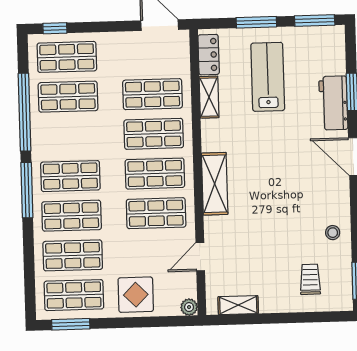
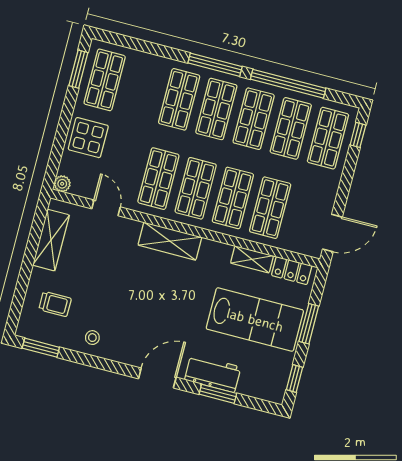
window: (315, 20) -> (295, 378), width x0.67
lab bench: (268, 77) -> (255, 320), width x1.36, depth x1.39
shop shelf: (73, 255) -> (254, 119), moved
shelving: (238, 305) -> (51, 240), width x1.50, depth x1.33

